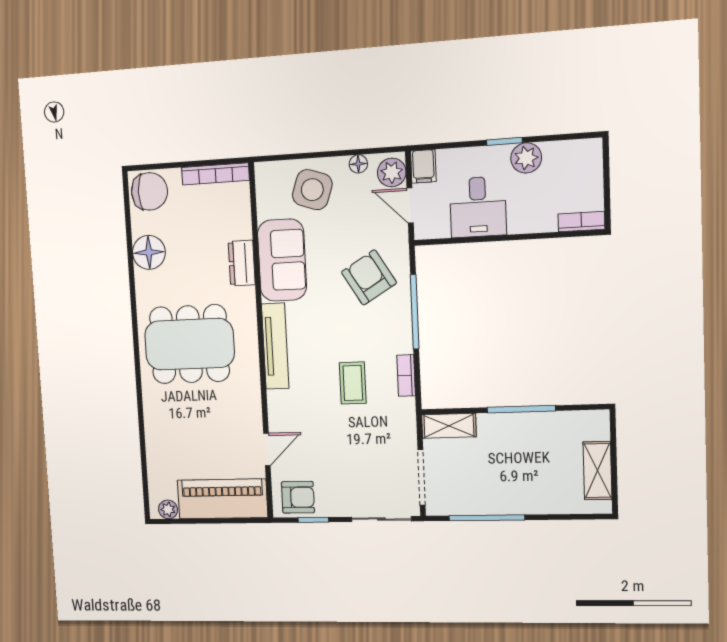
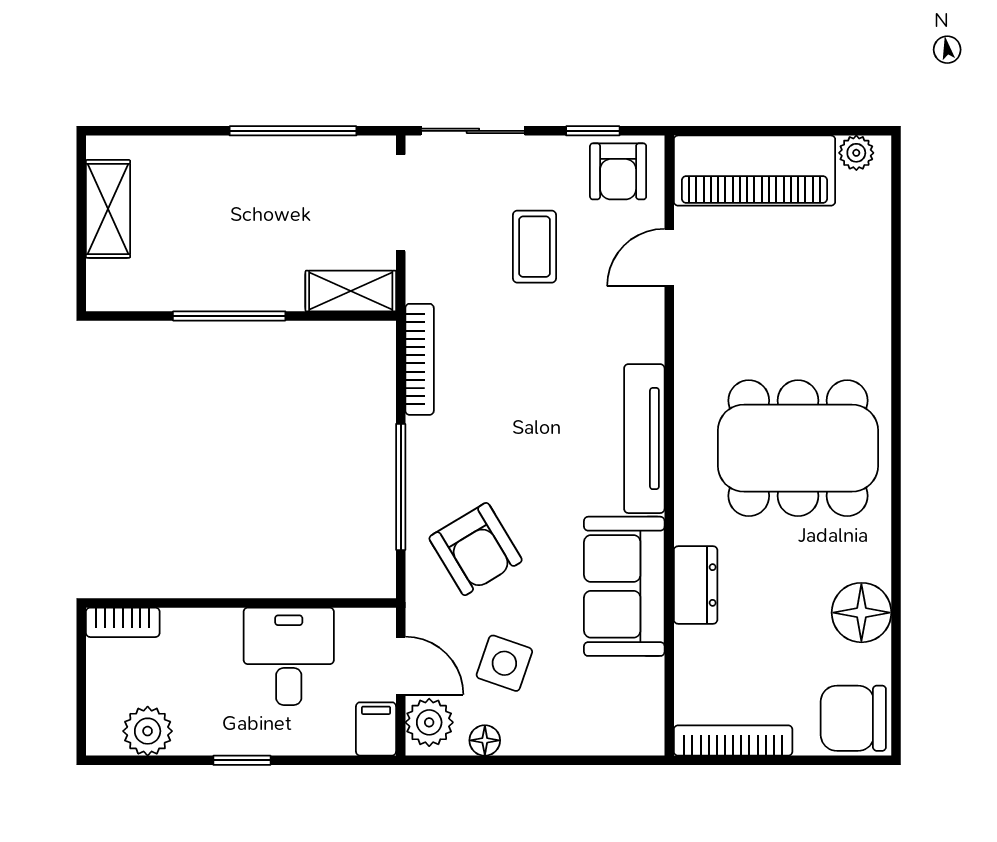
plant: (526, 158) -> (148, 731), moved
side table: (312, 190) -> (504, 663), moved, width x0.73, depth x0.73
bookcase: (406, 376) -> (420, 359), width x1.56
coffee table: (353, 383) -> (534, 247), moved
armchair: (298, 497) -> (618, 171), turned -90

